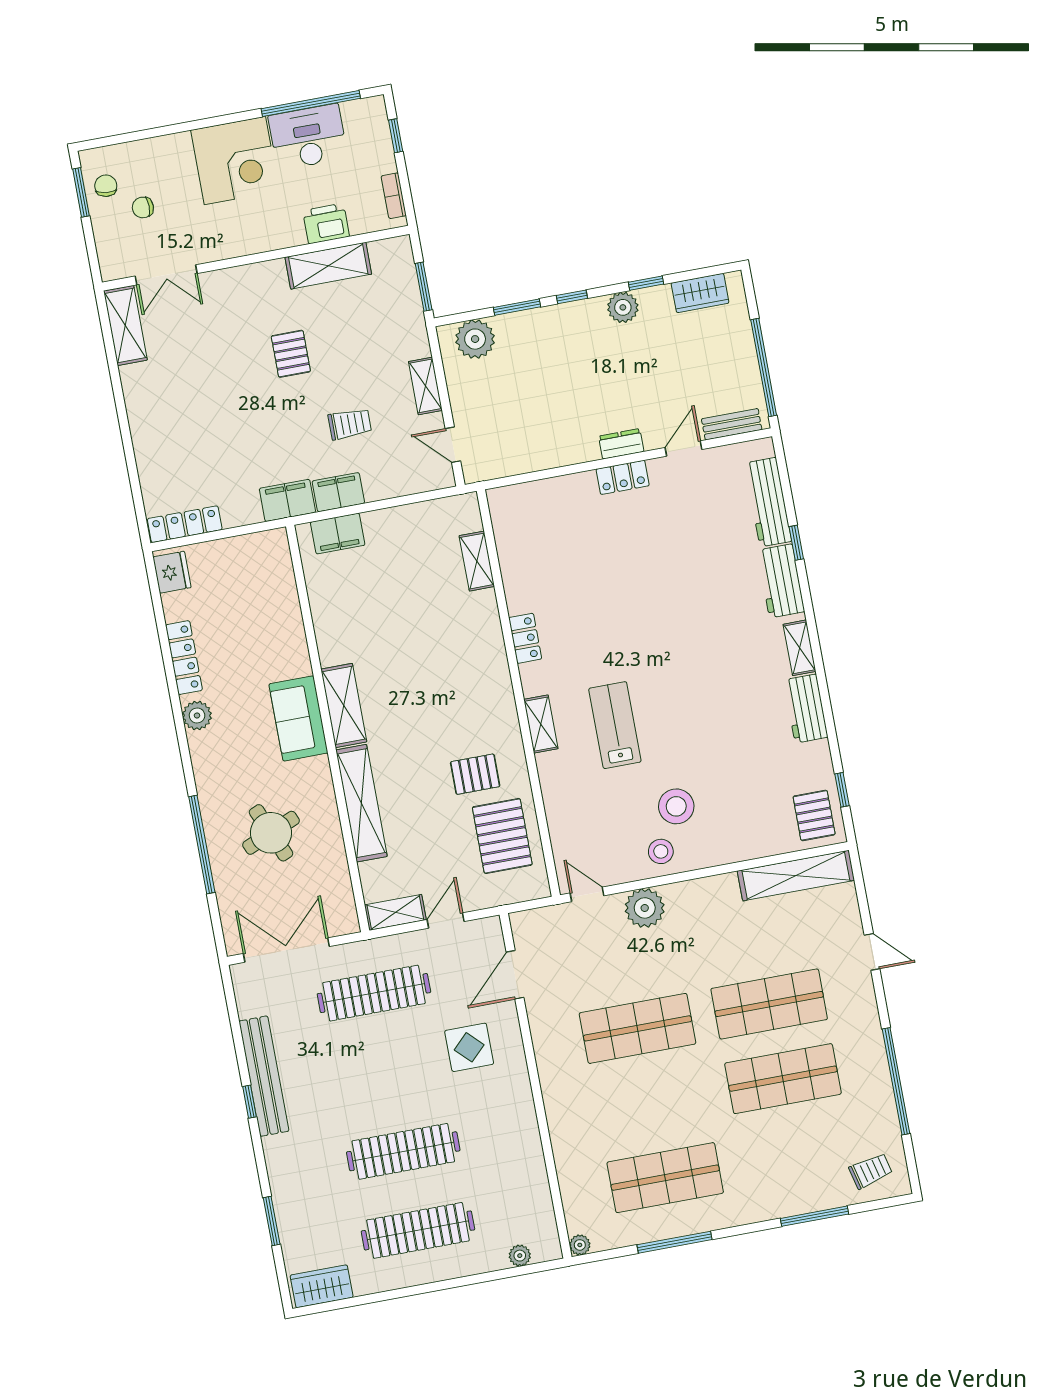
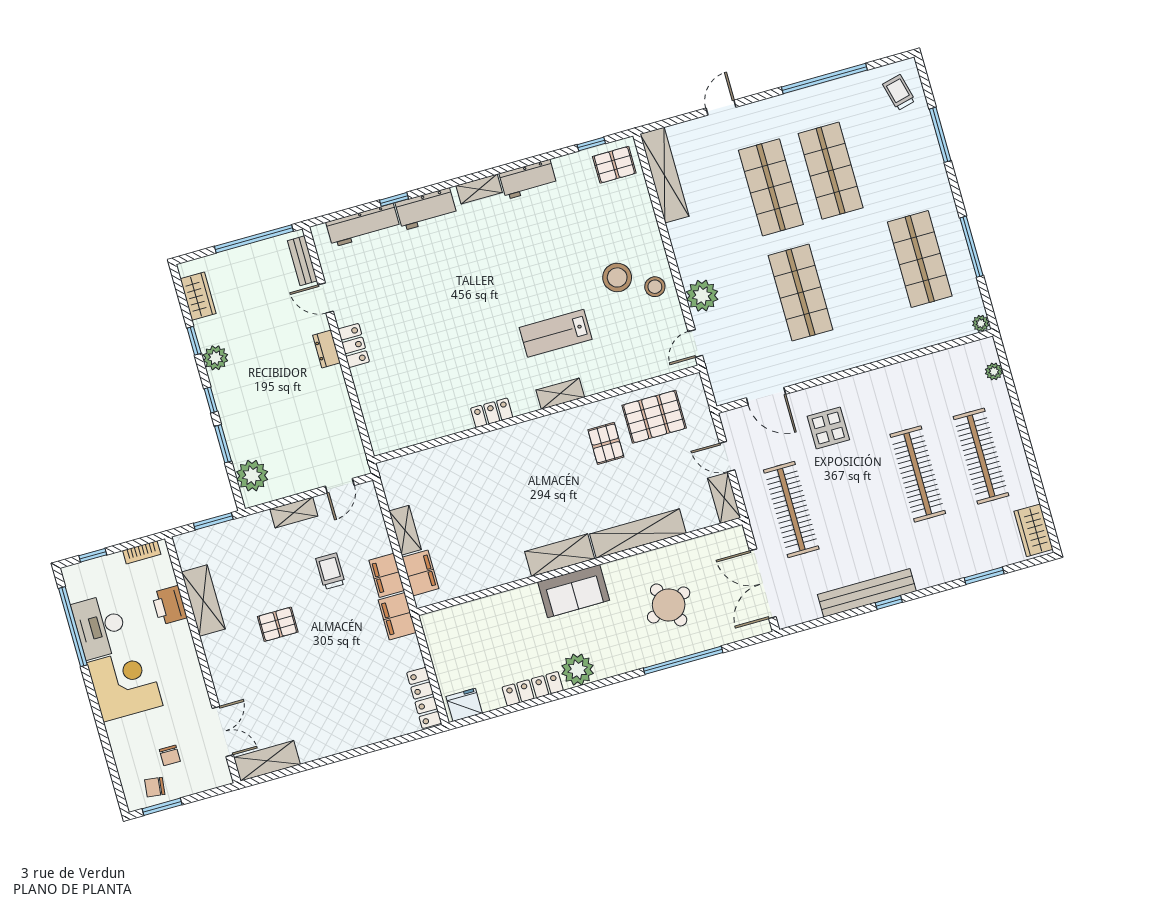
shelving: (477, 561) -> (405, 530), moved, turned 90
plant: (197, 715) -> (578, 670), width x1.36, depth x1.36

